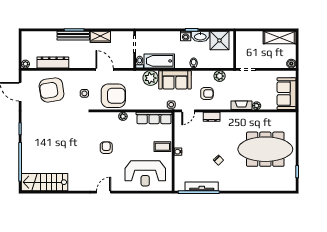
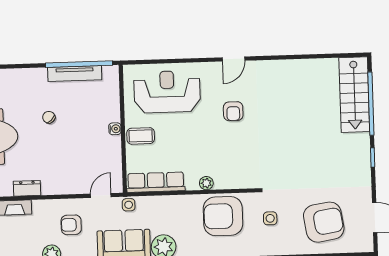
dresser: (212, 117) -> (27, 188), moved
armchair: (106, 148) -> (233, 111), moved
stairs: (45, 182) -> (354, 95), moved, turned 90

